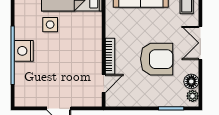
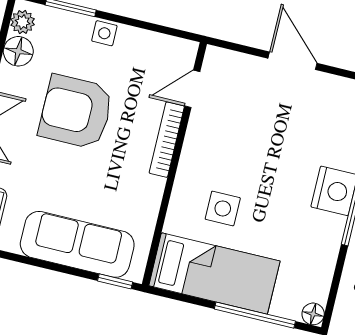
side table: (50, 25) -> (223, 208), moved
side table: (152, 100) -> (104, 33), added

